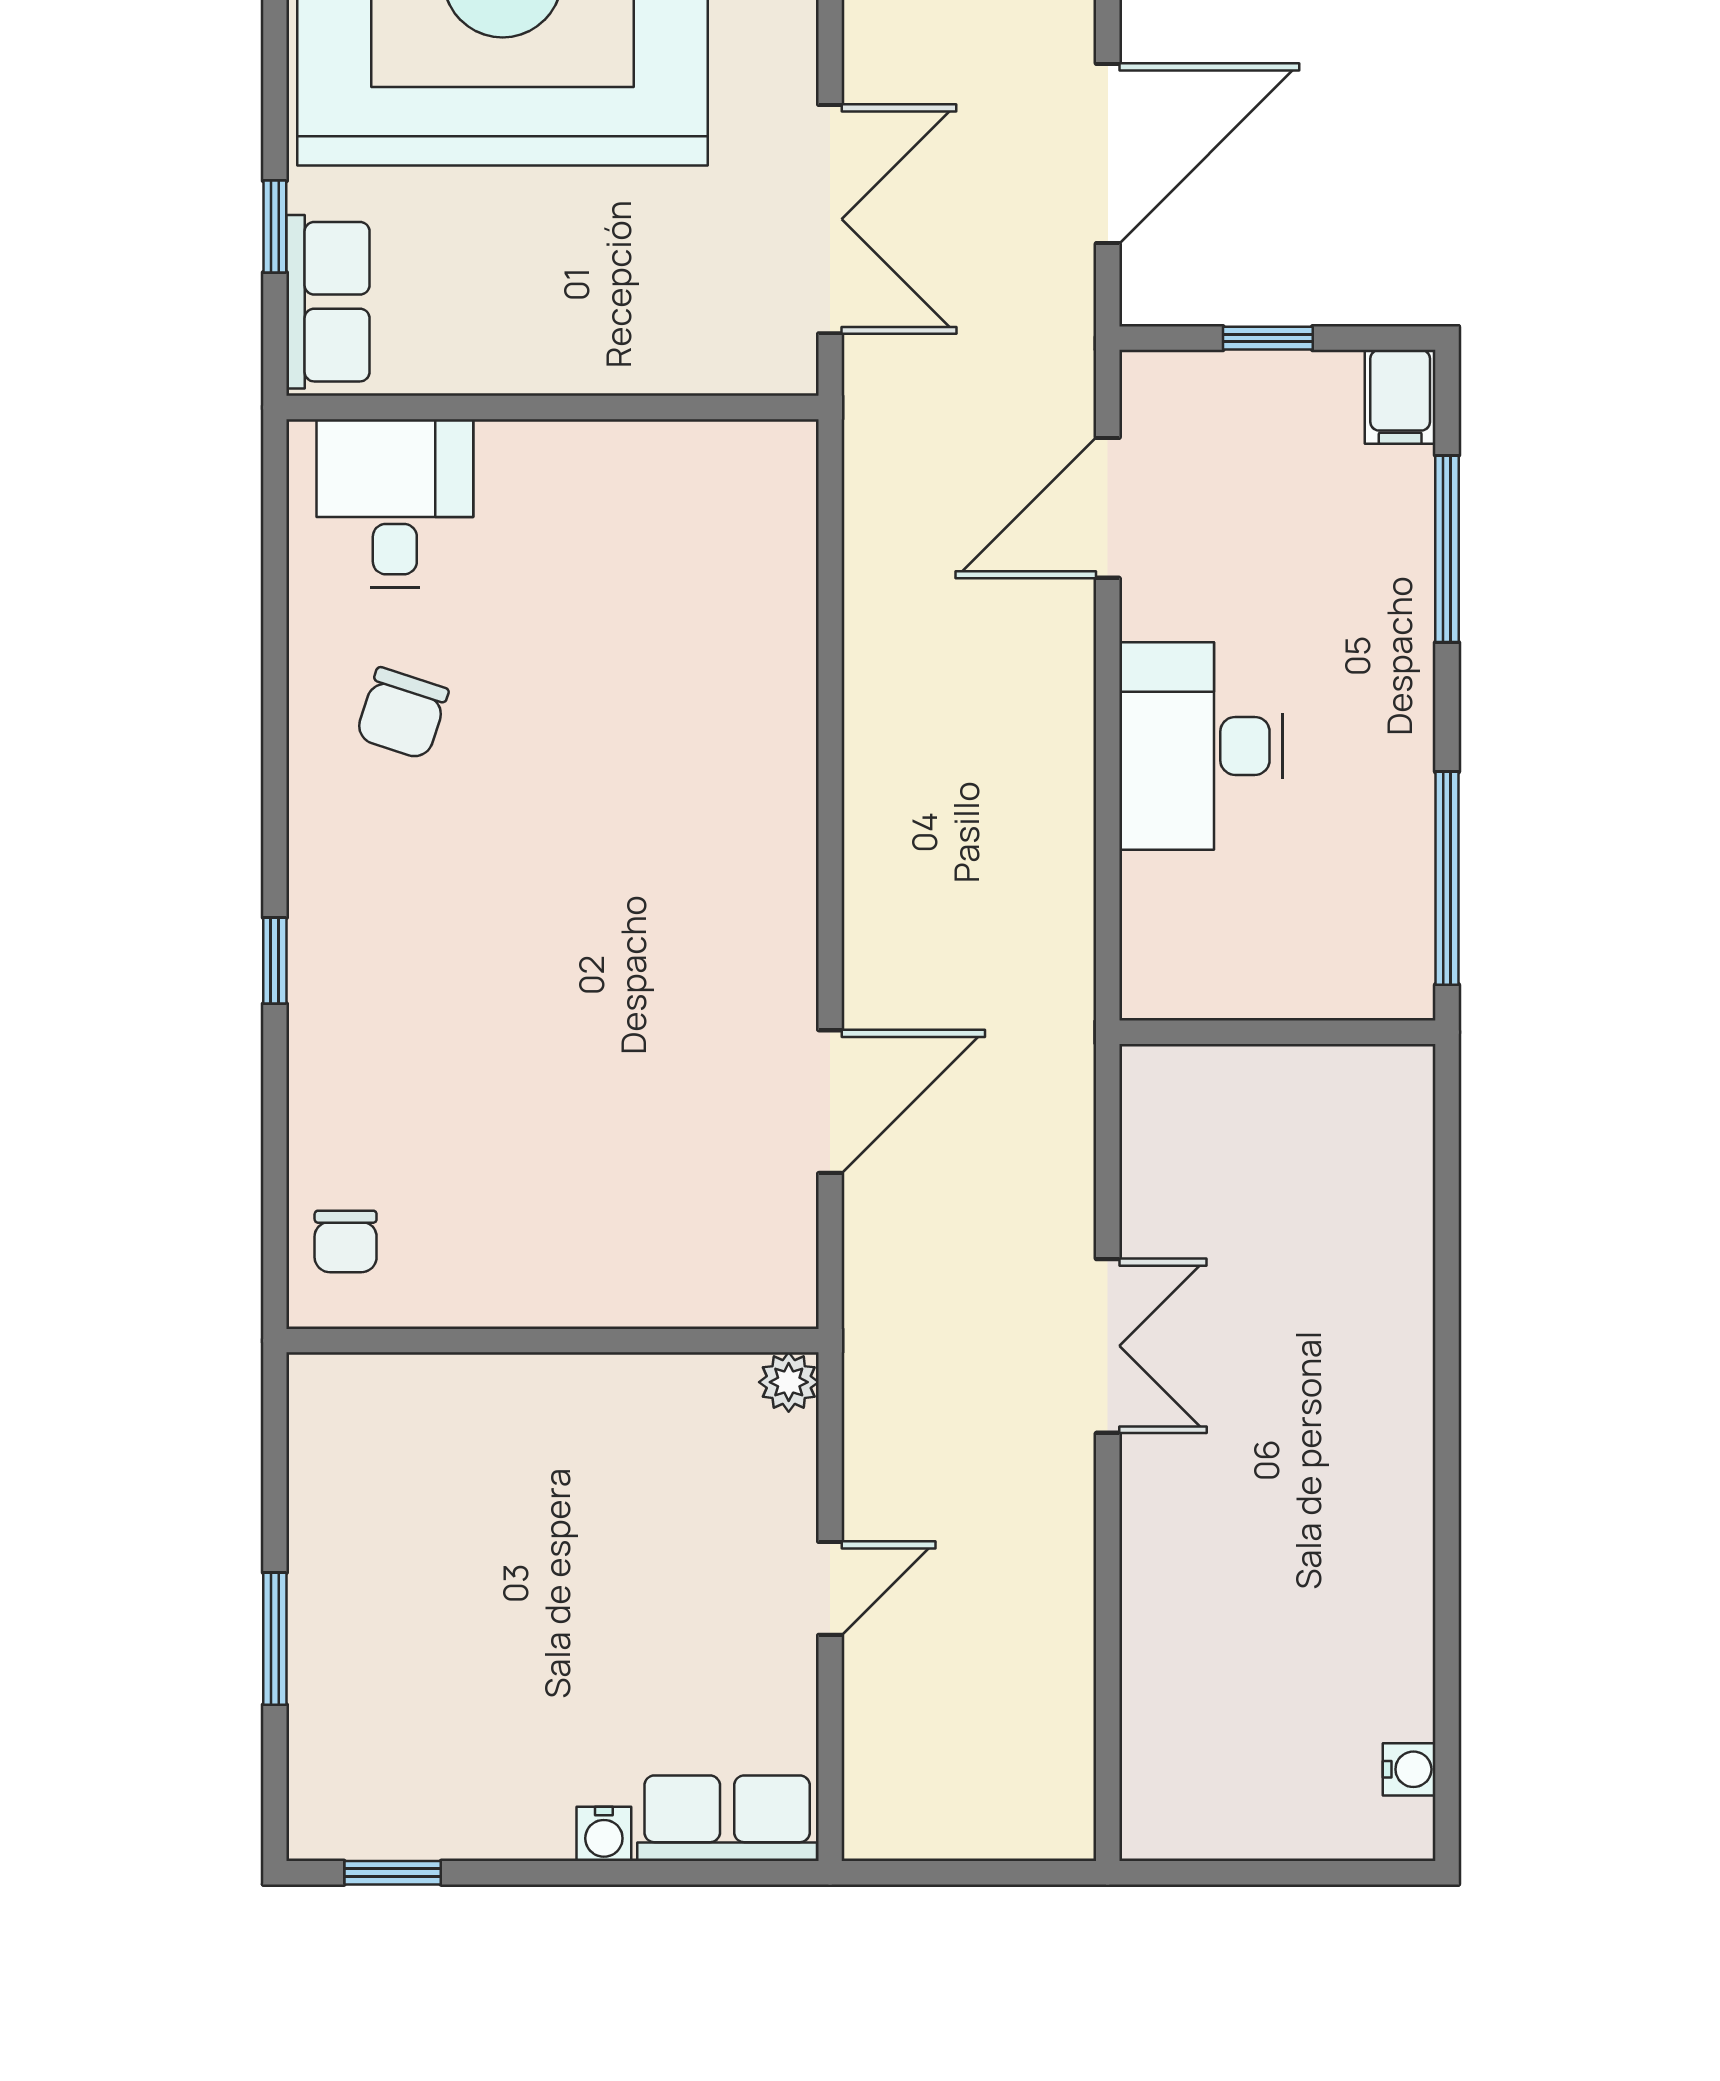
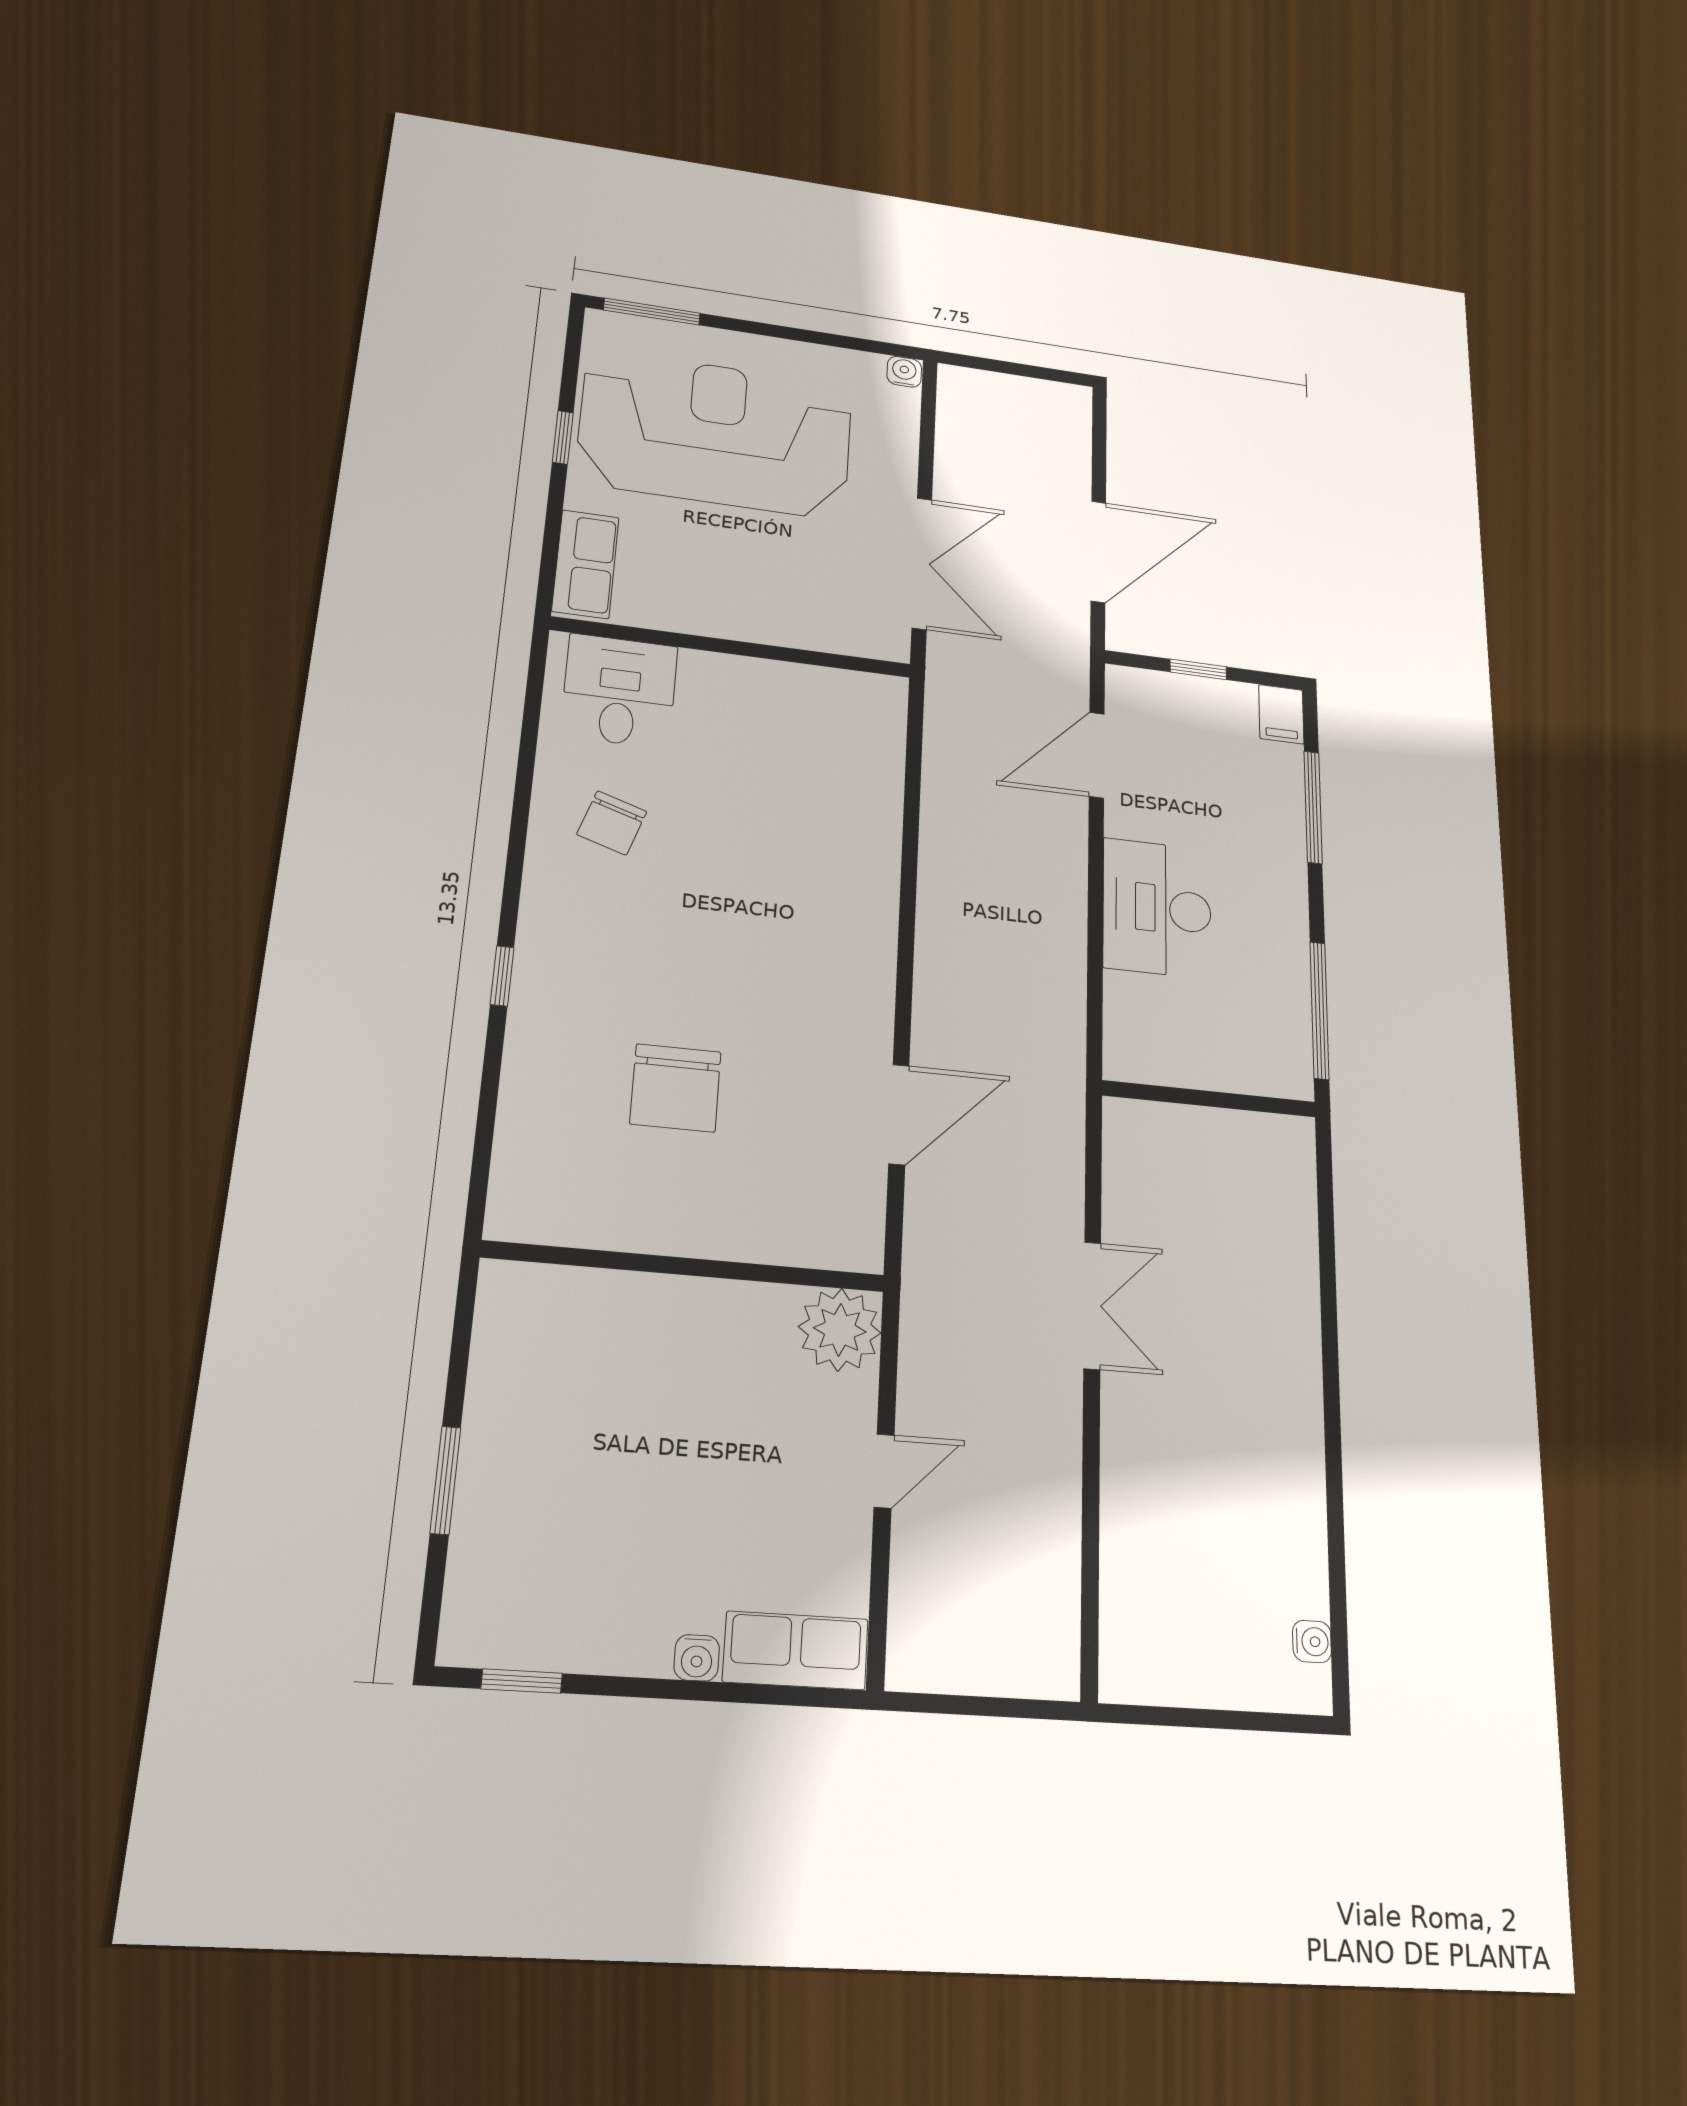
window: (275, 227) -> (563, 437), moved
chair: (346, 1241) -> (676, 1088), moved, width x1.87, depth x1.87
plant: (789, 1382) -> (840, 1330), width x1.88, depth x1.88

